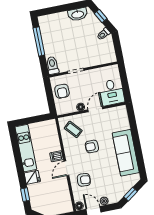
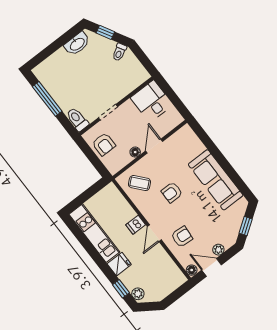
desk: (112, 92) -> (152, 101), moved, turned 180
plant: (35, 204) -> (138, 294), added

